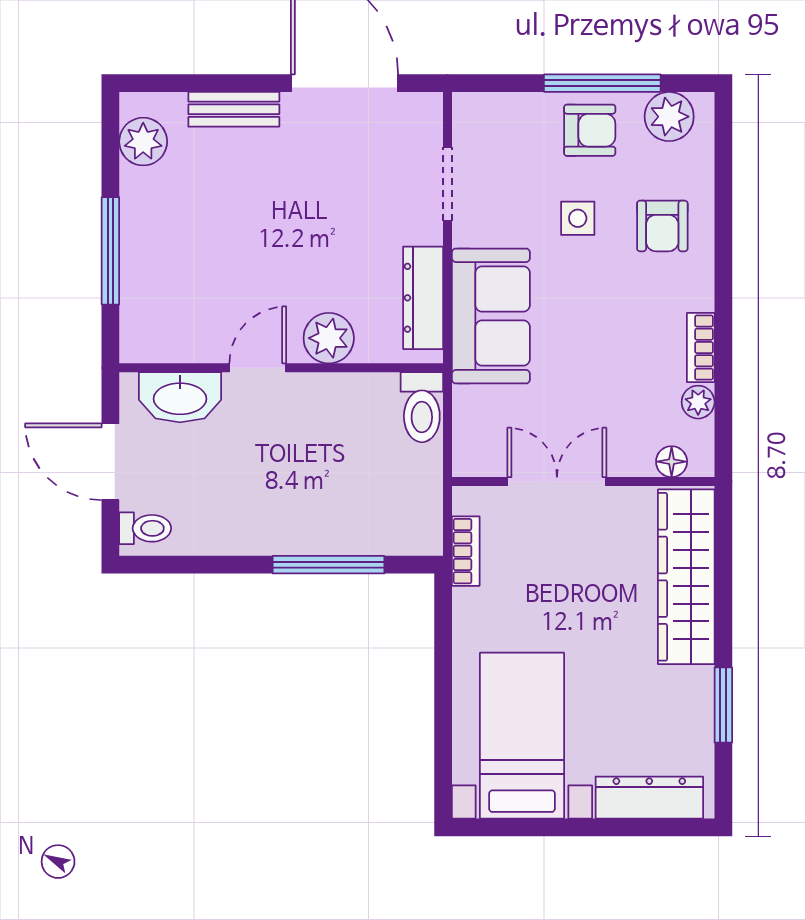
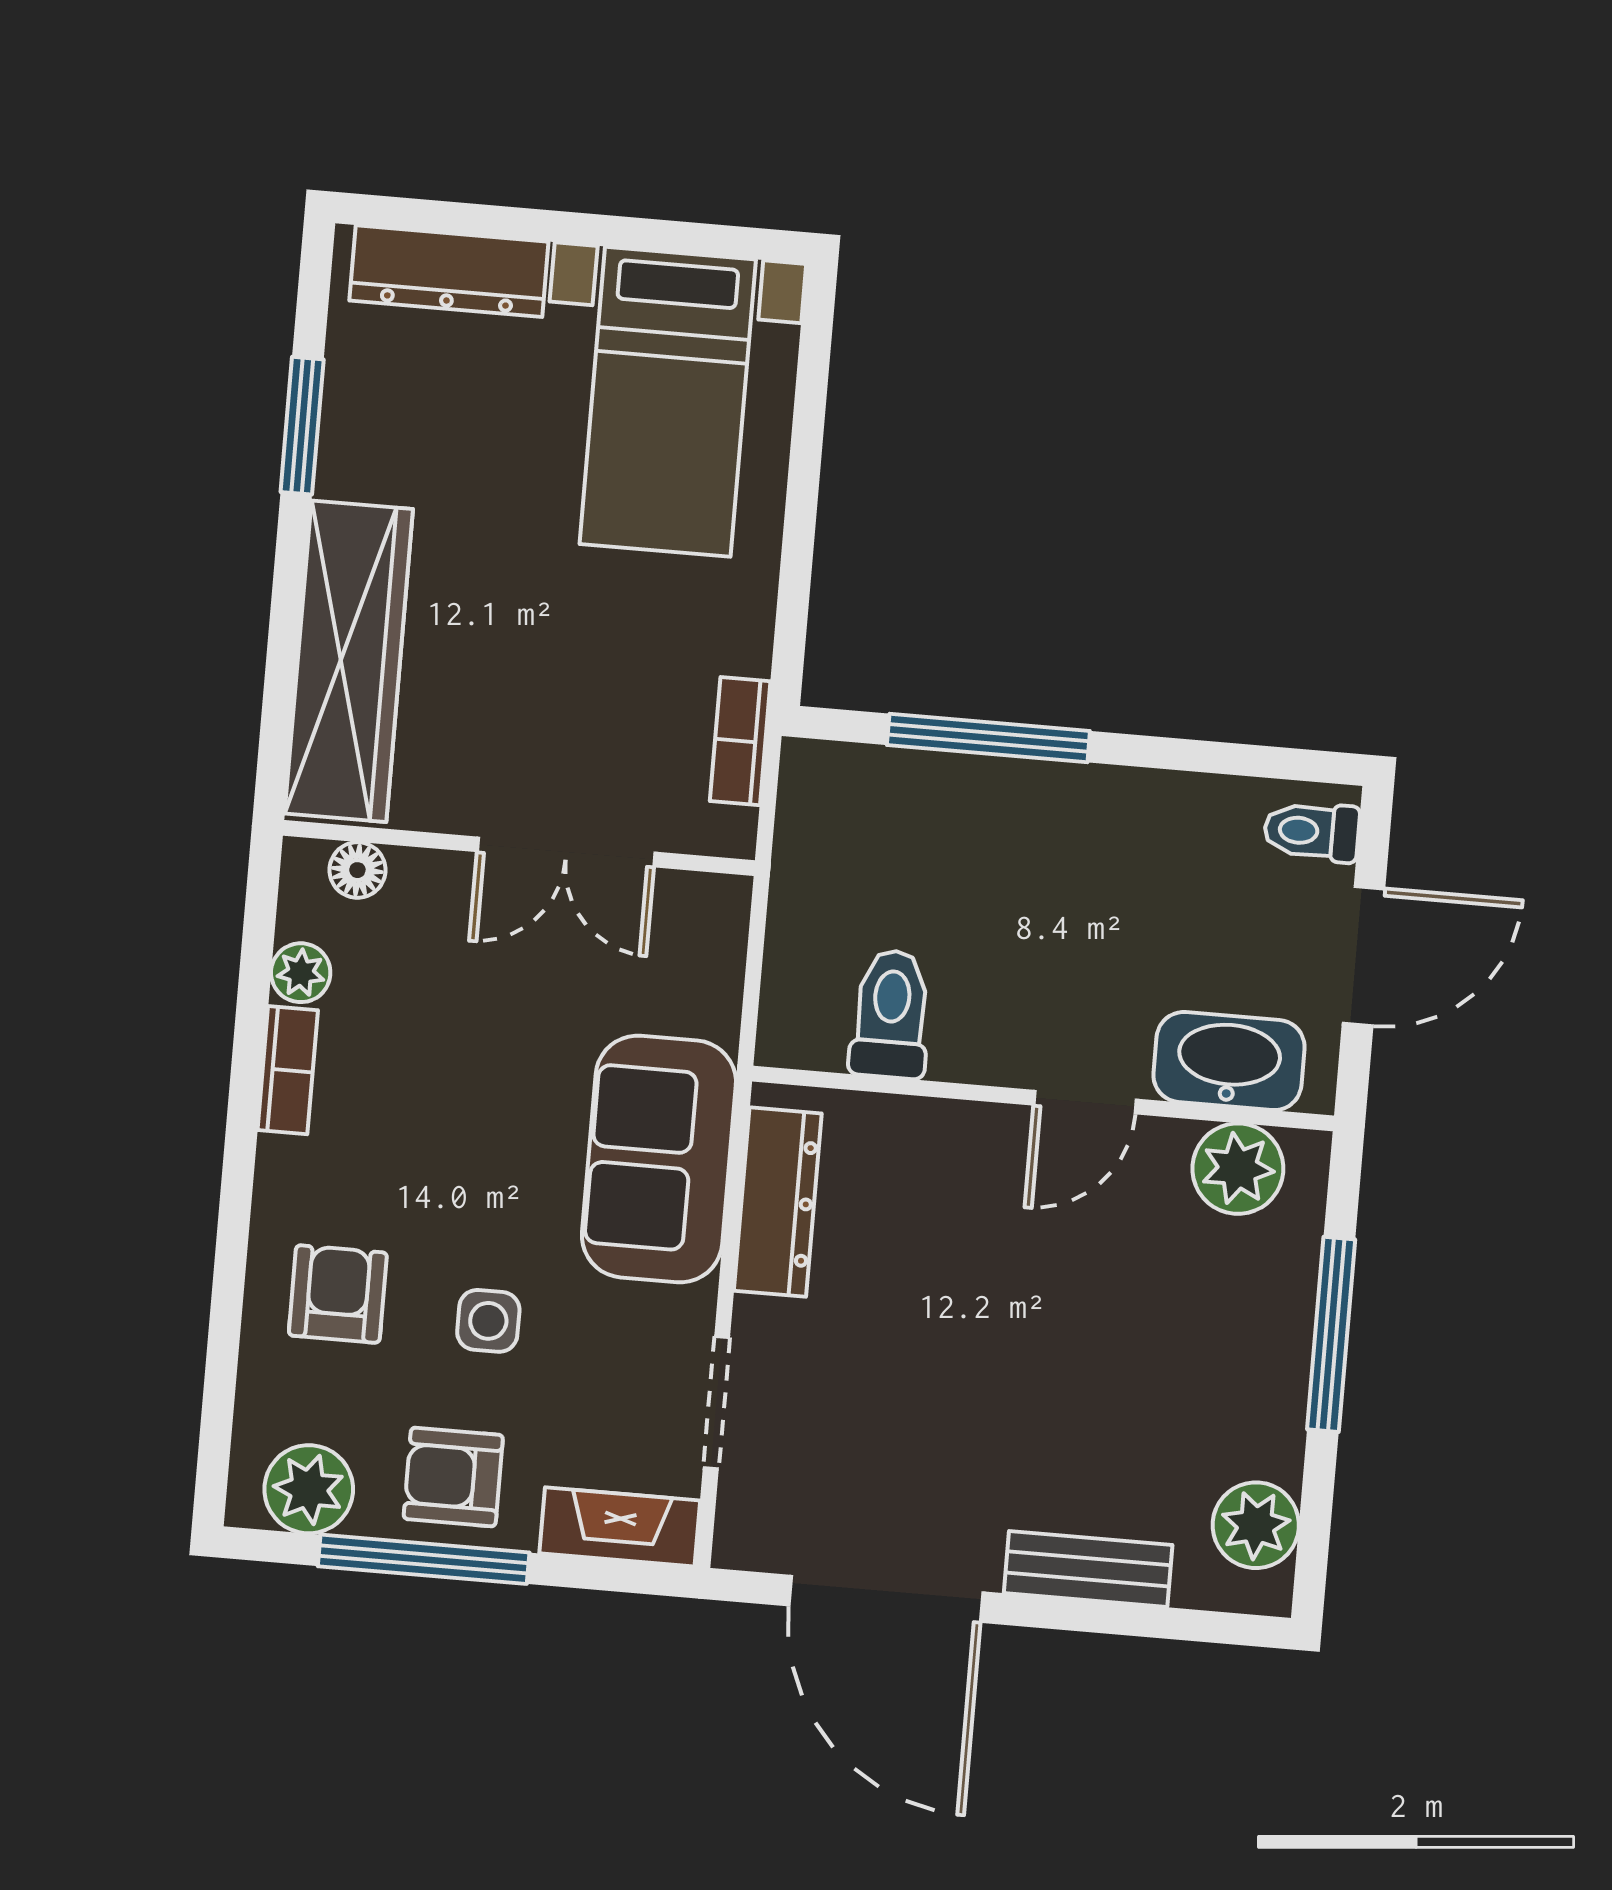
fireplace: (495, 110) -> (620, 1527), added
plant: (329, 338) -> (1238, 1169), moved
toilet: (422, 407) -> (891, 1014), moved
door: (110, 462) -> (1364, 956), hinge flipped

